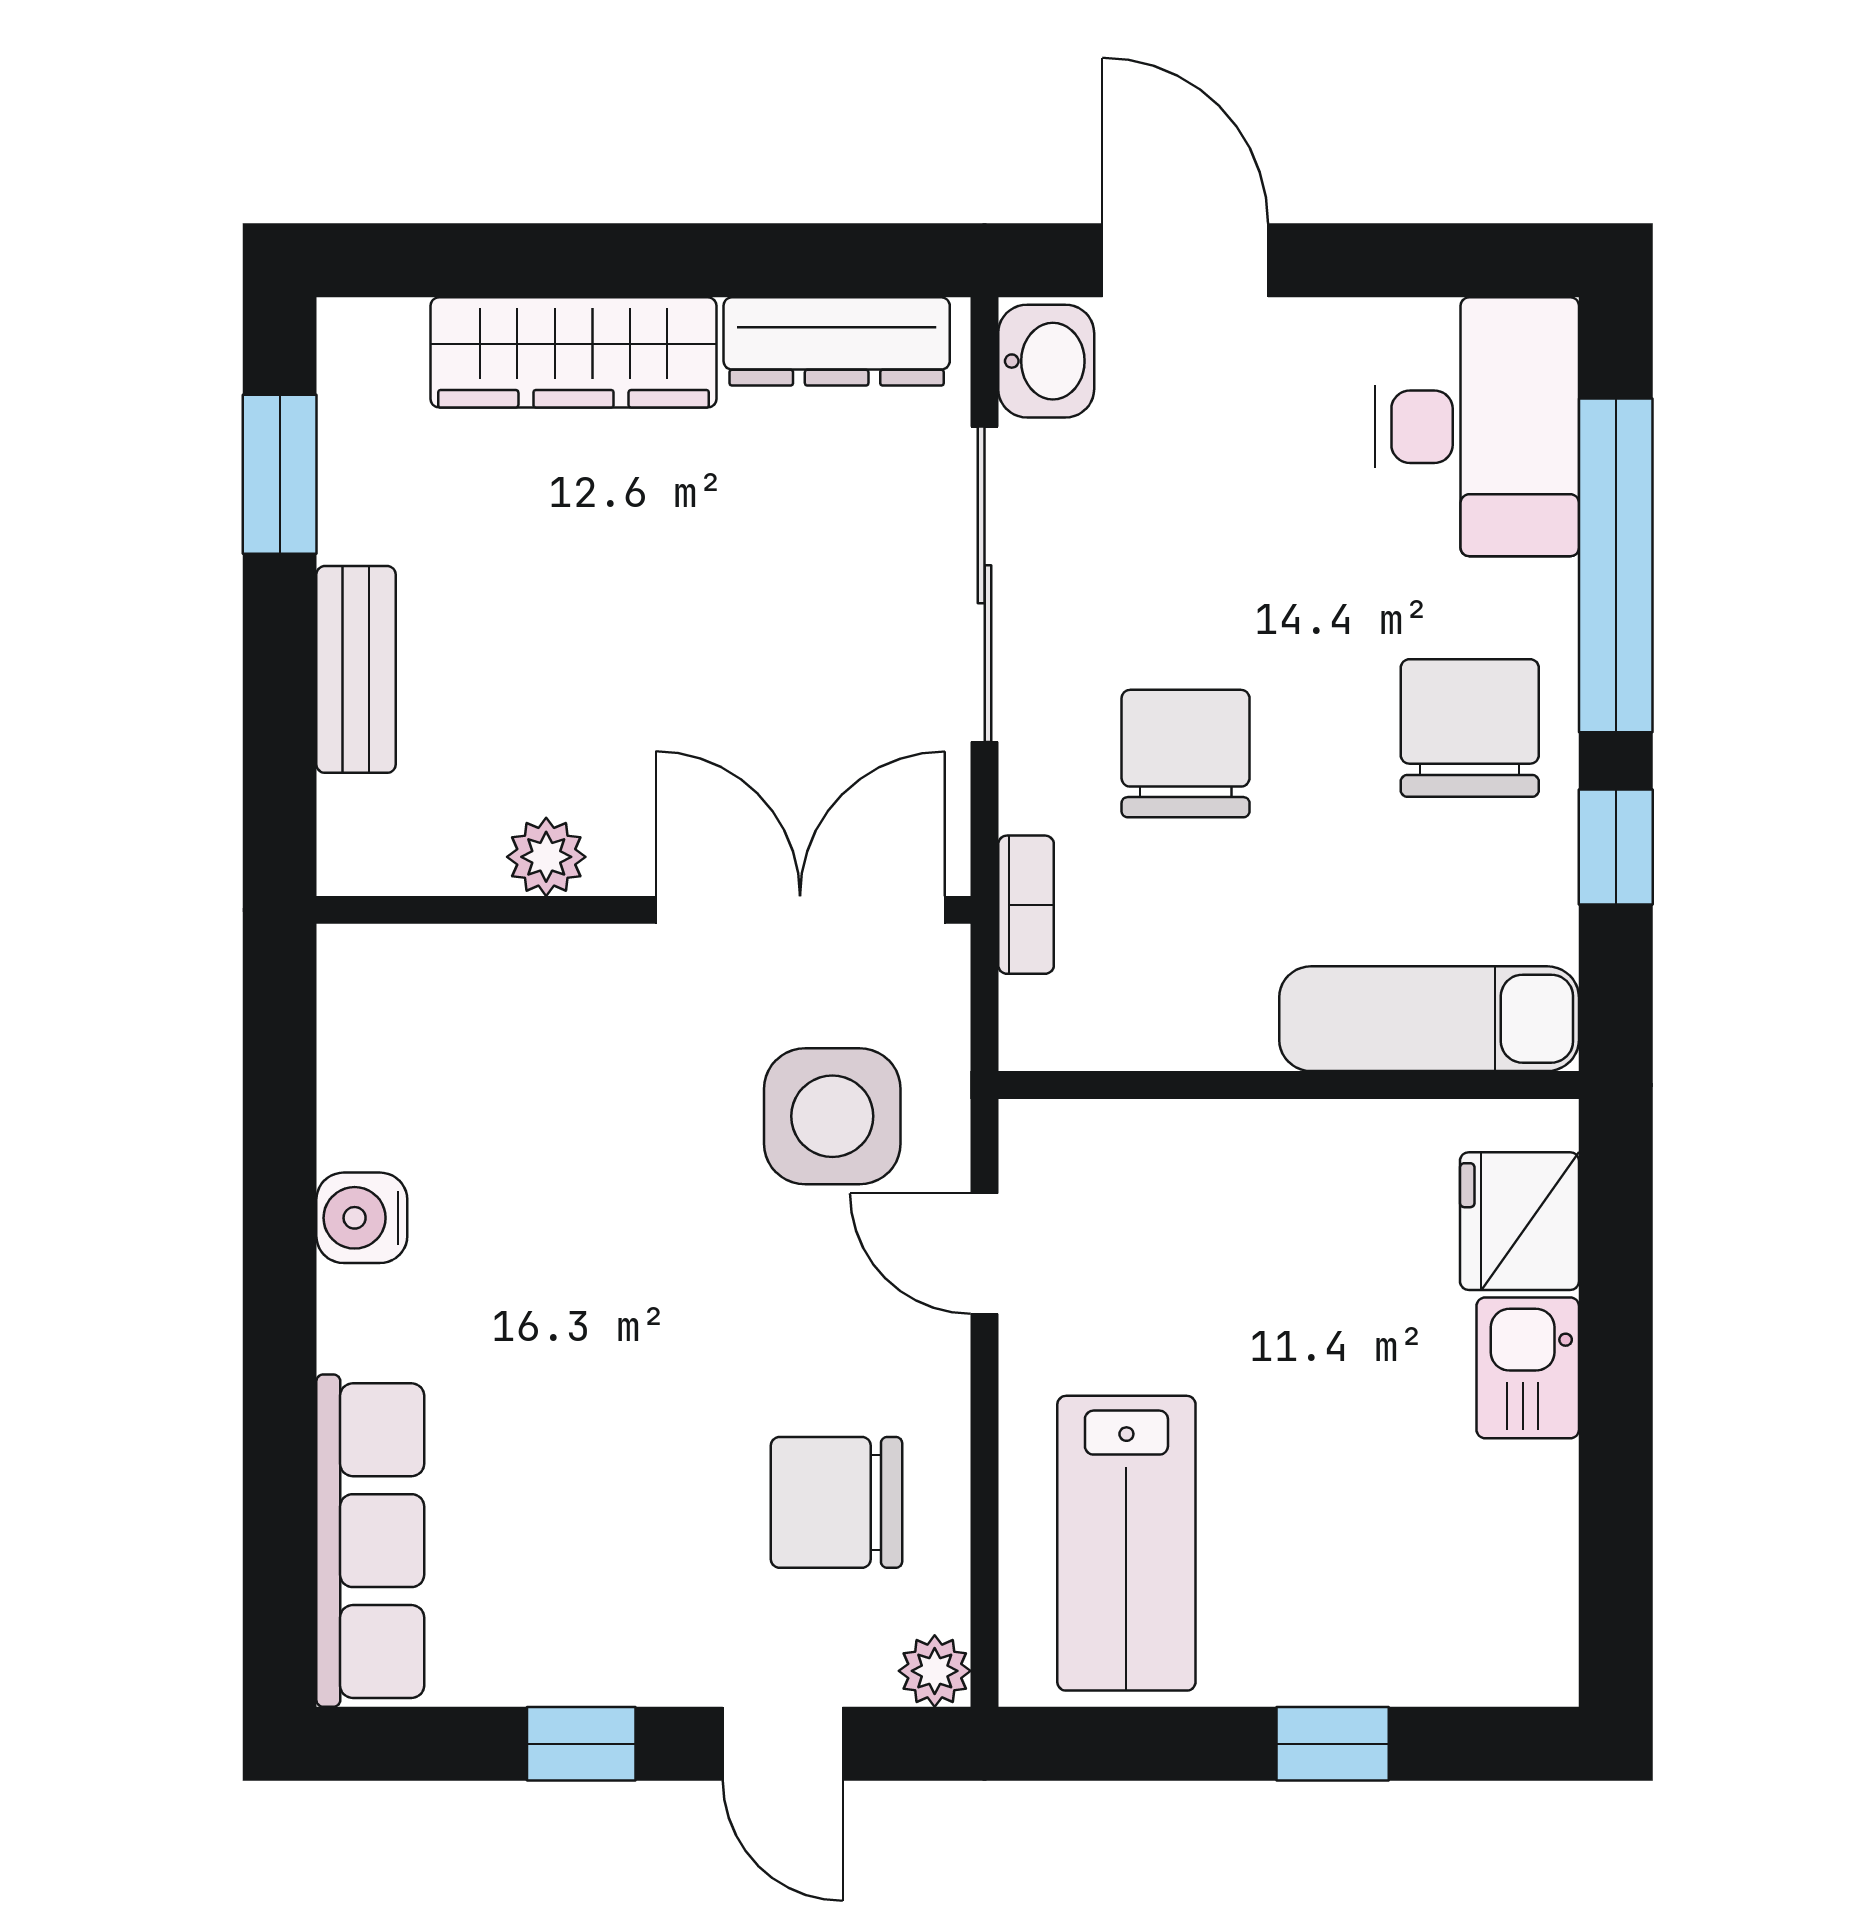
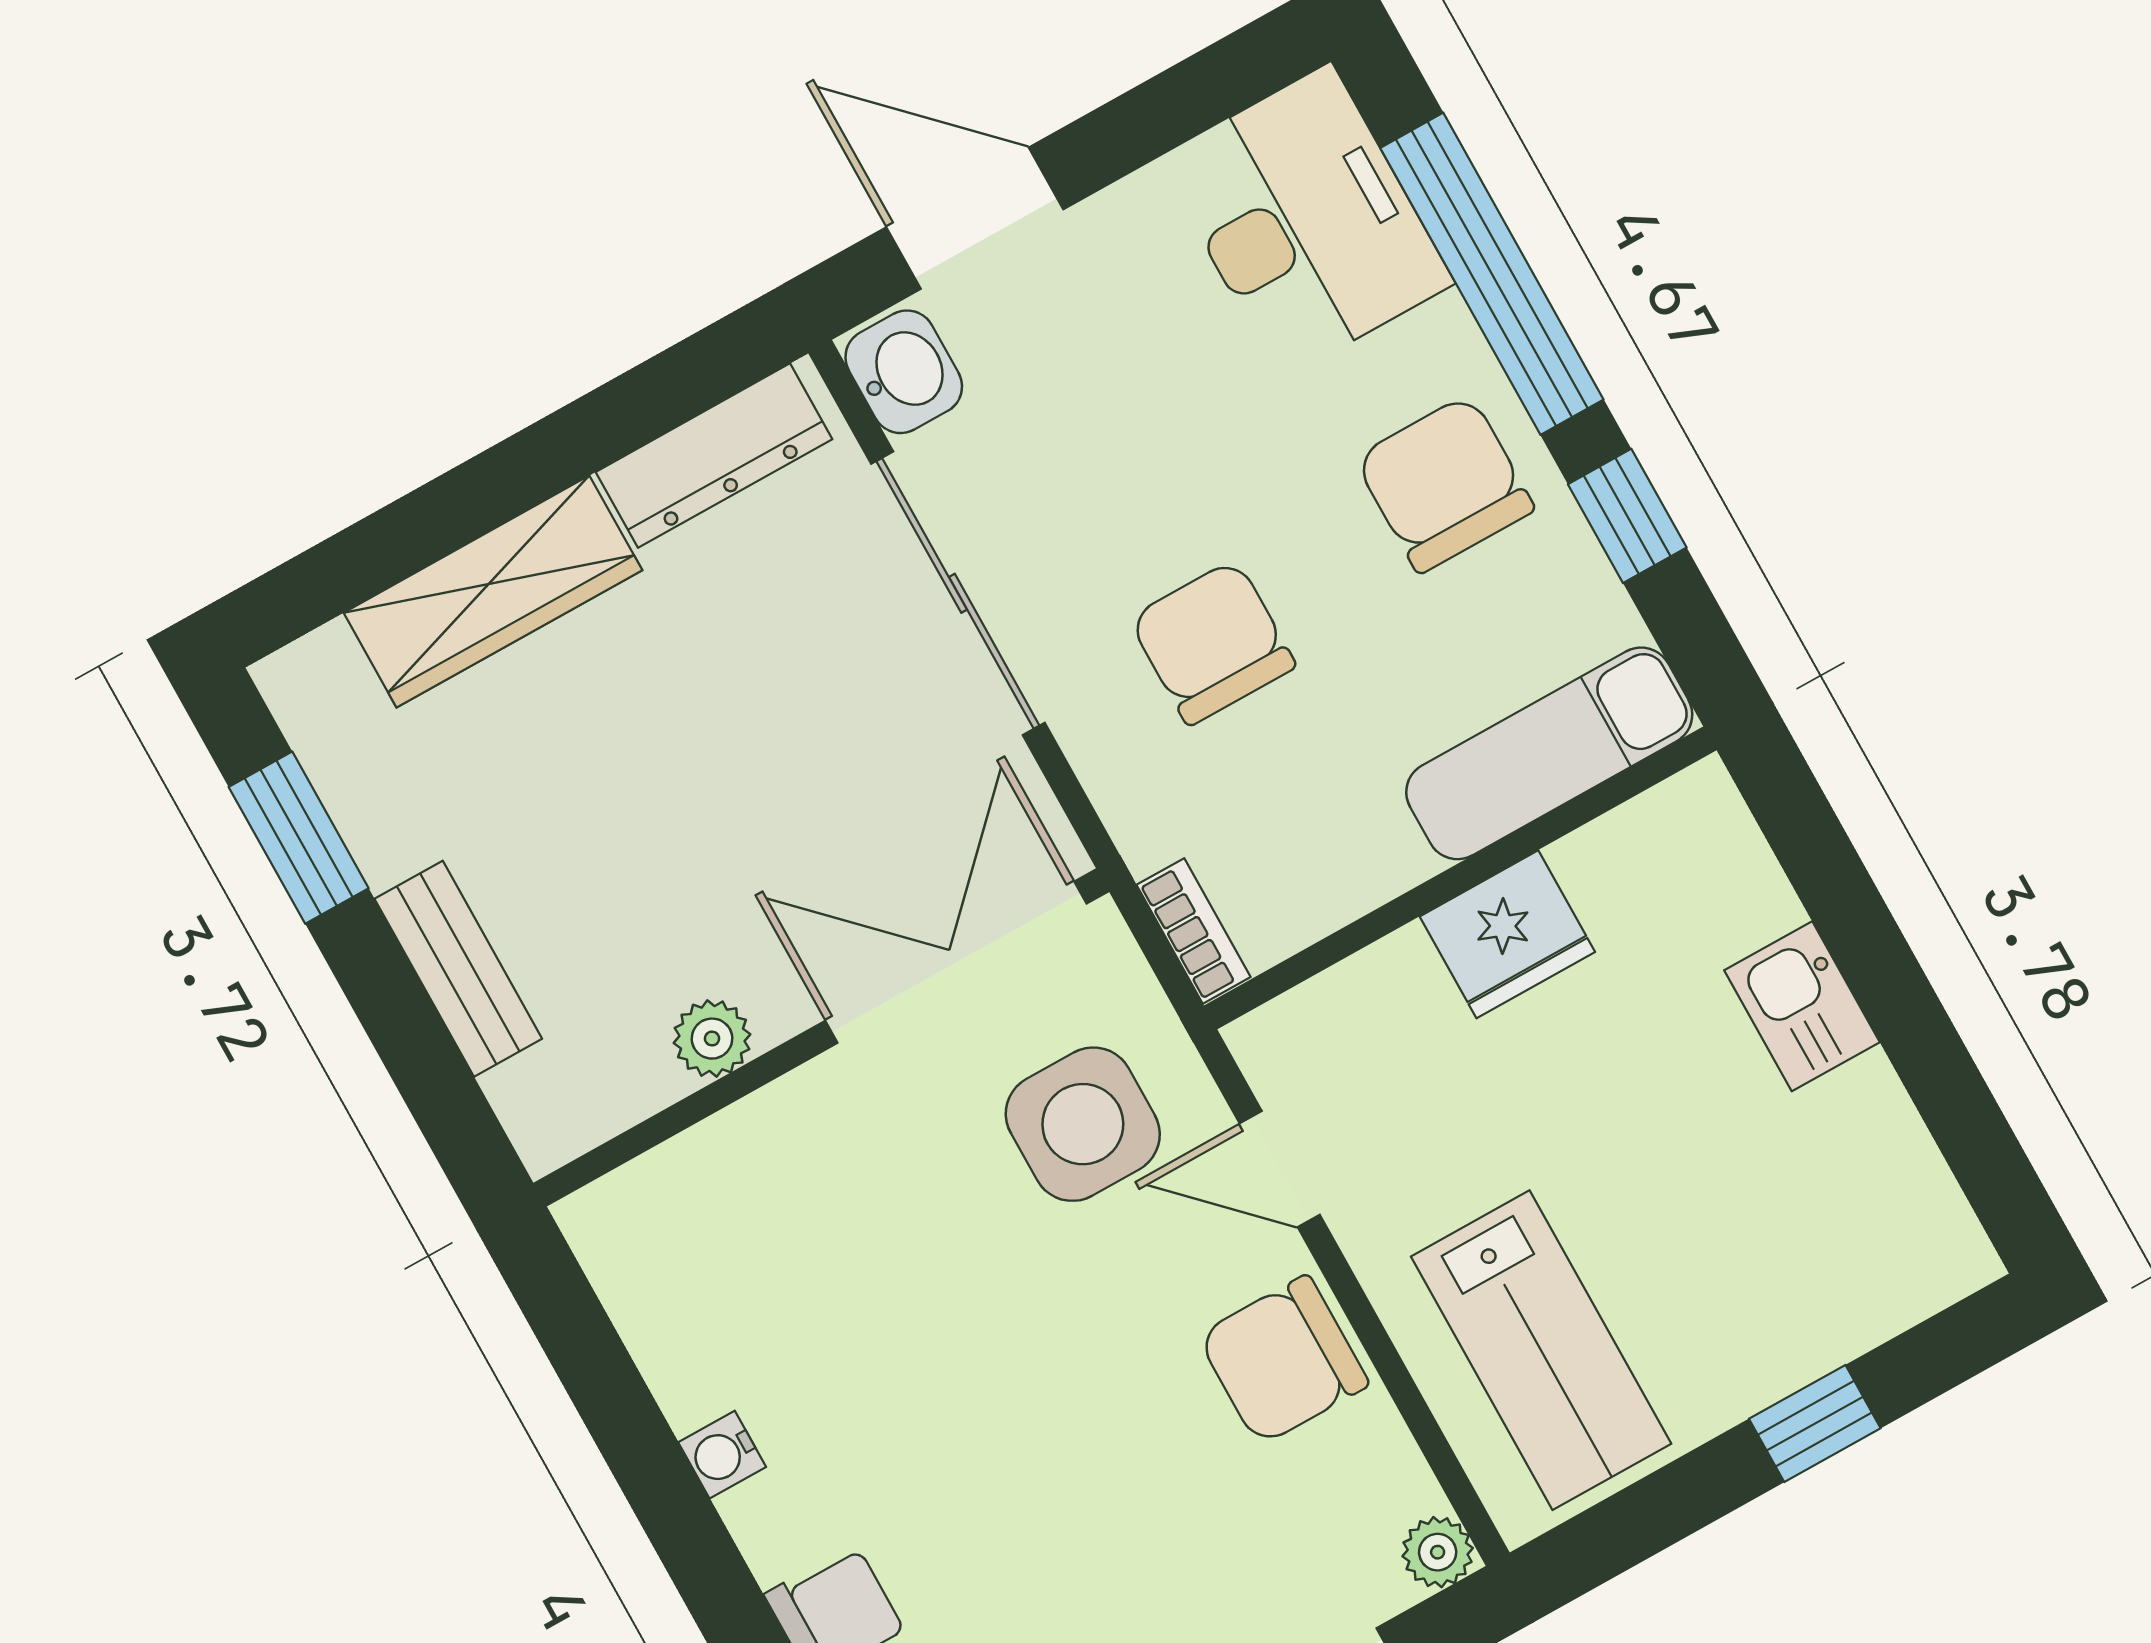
bookcase: (1026, 905) -> (1193, 931), moved
water cooler: (362, 1218) -> (722, 1455), width x0.72, depth x0.72
fridge: (1519, 1221) -> (1507, 934), moved, turned -90
chair: (837, 1502) -> (1283, 1360), moved

